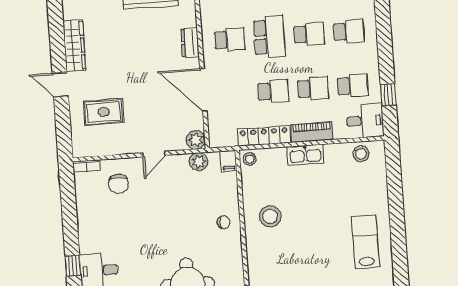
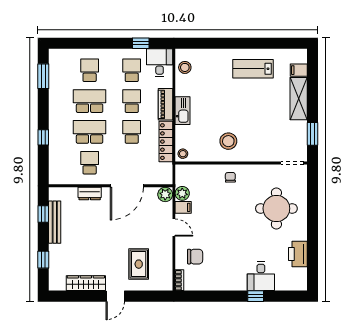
school desk: (309, 34) -> (90, 101), width x1.85
filing cabinet: (229, 161) -> (183, 207), moved

